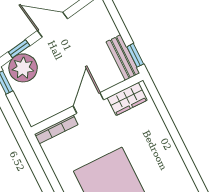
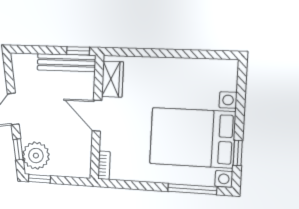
bench: (123, 58) -> (66, 63), width x1.36
bookcase: (56, 129) -> (104, 165), width x0.64

